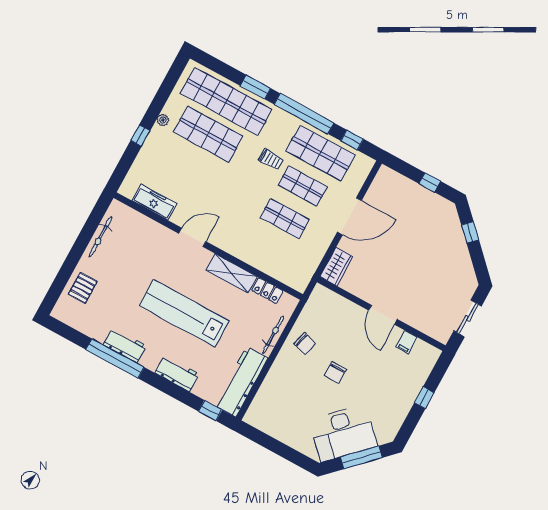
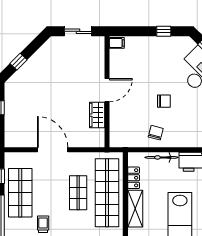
shop shelf: (303, 186) -> (107, 193), moved, width x2.00, depth x1.36
wardrobe: (336, 267) -> (97, 115), moved, turned -90
filing cabinet: (407, 342) -> (117, 43), moved
window: (424, 398) -> (164, 31), moved

